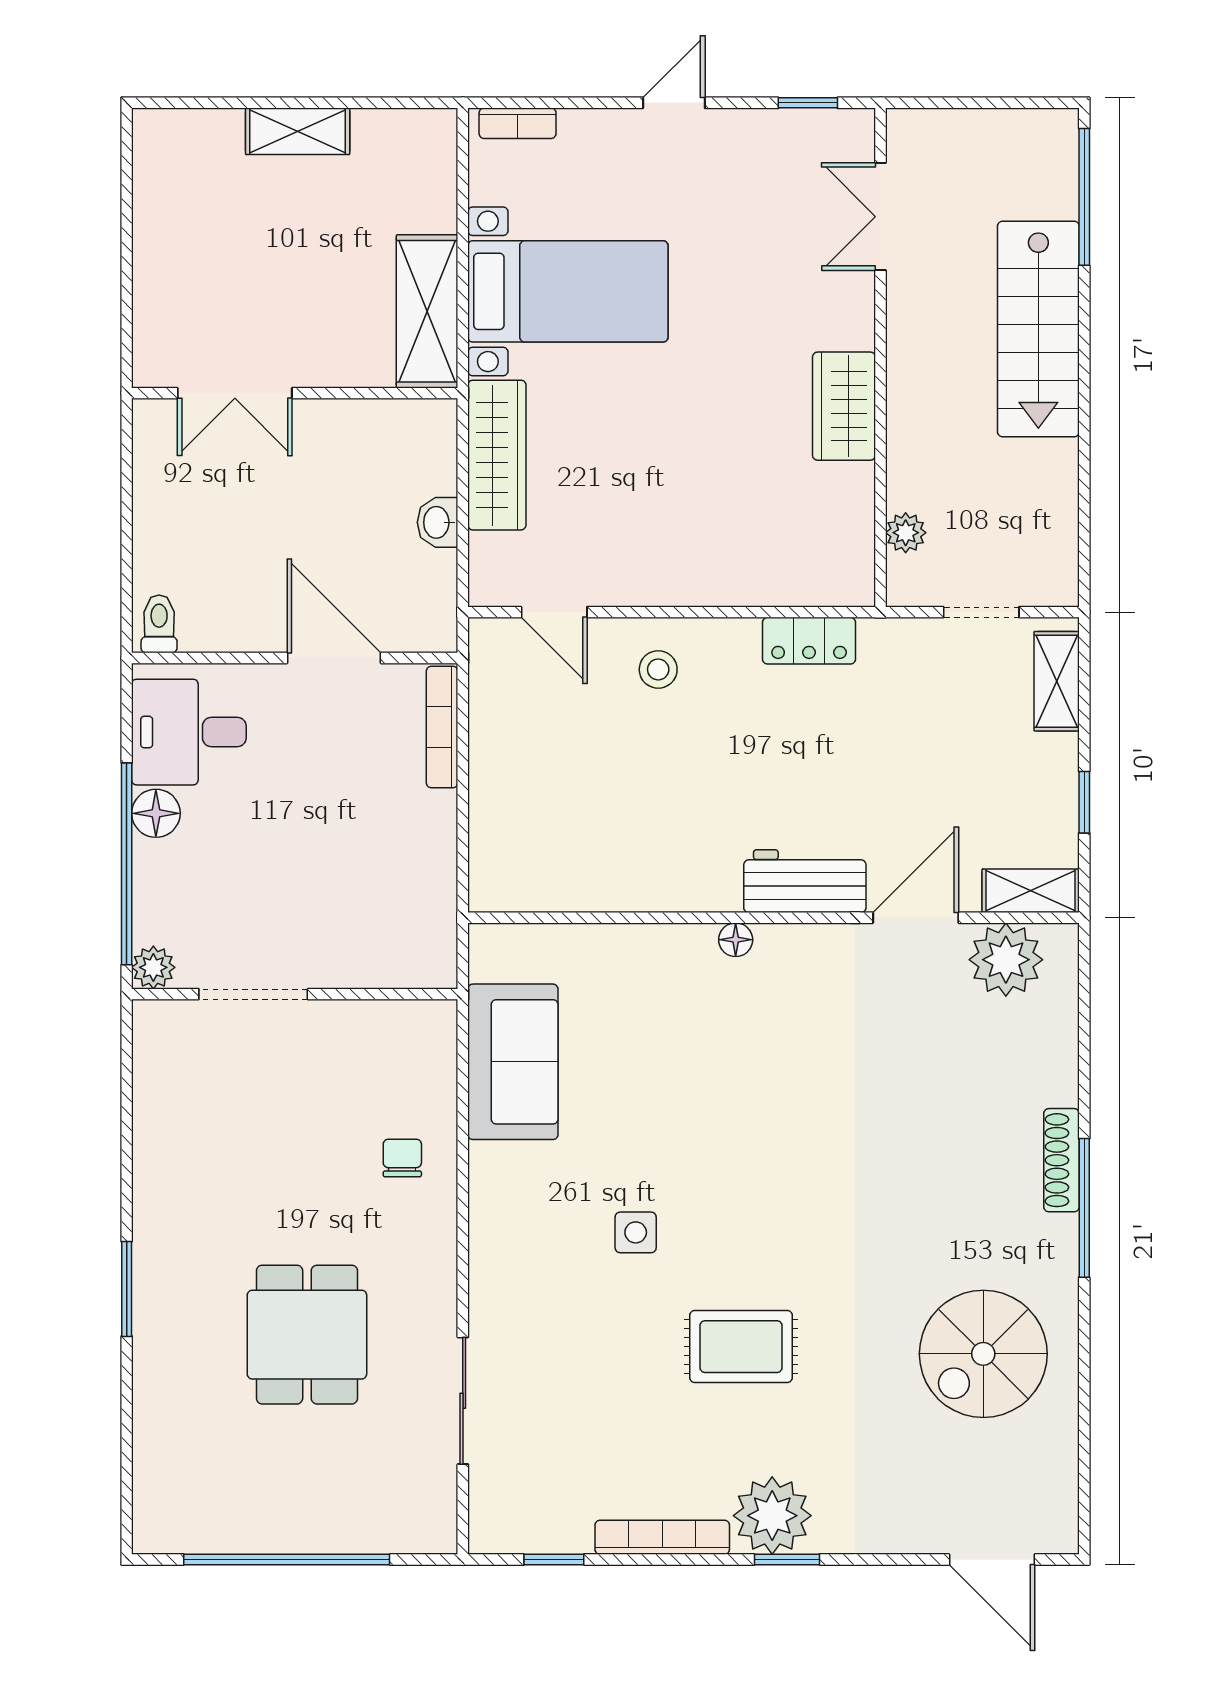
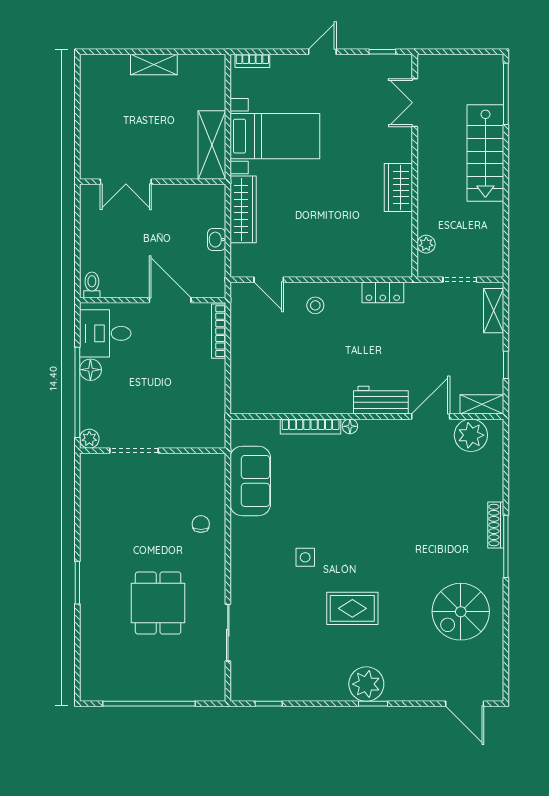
bookcase: (662, 1537) -> (311, 426), moved, turned 180

